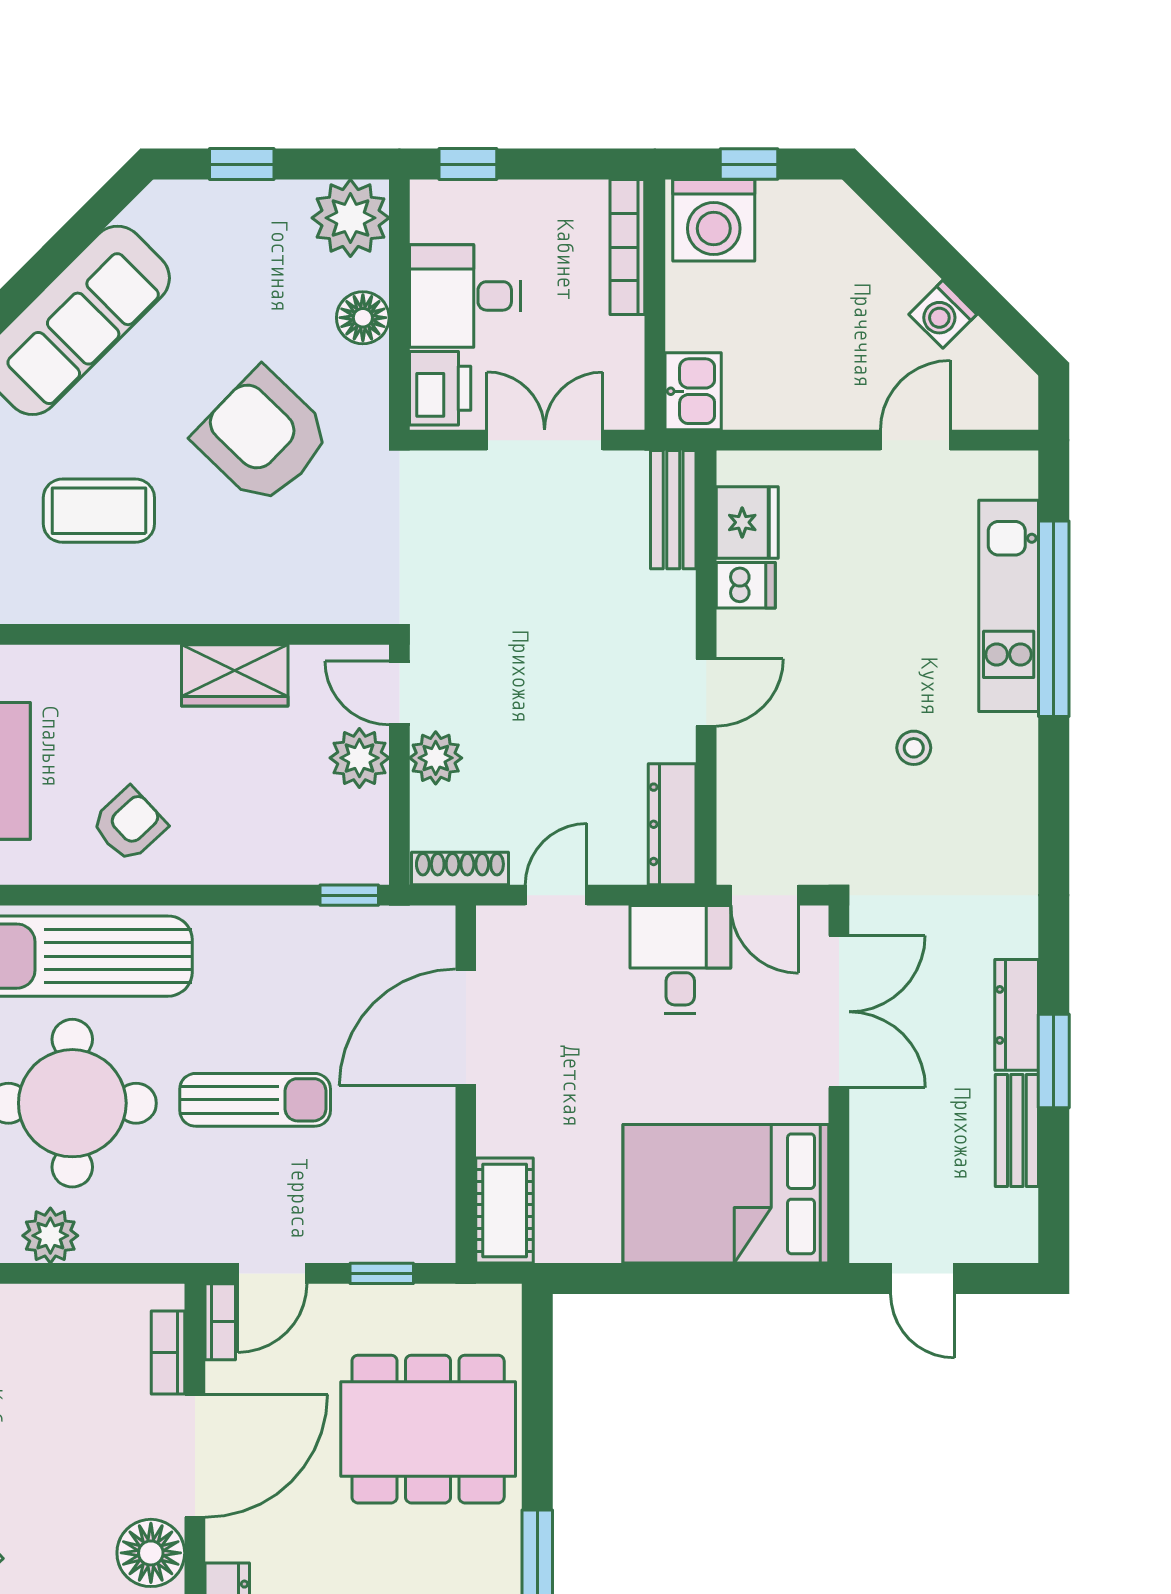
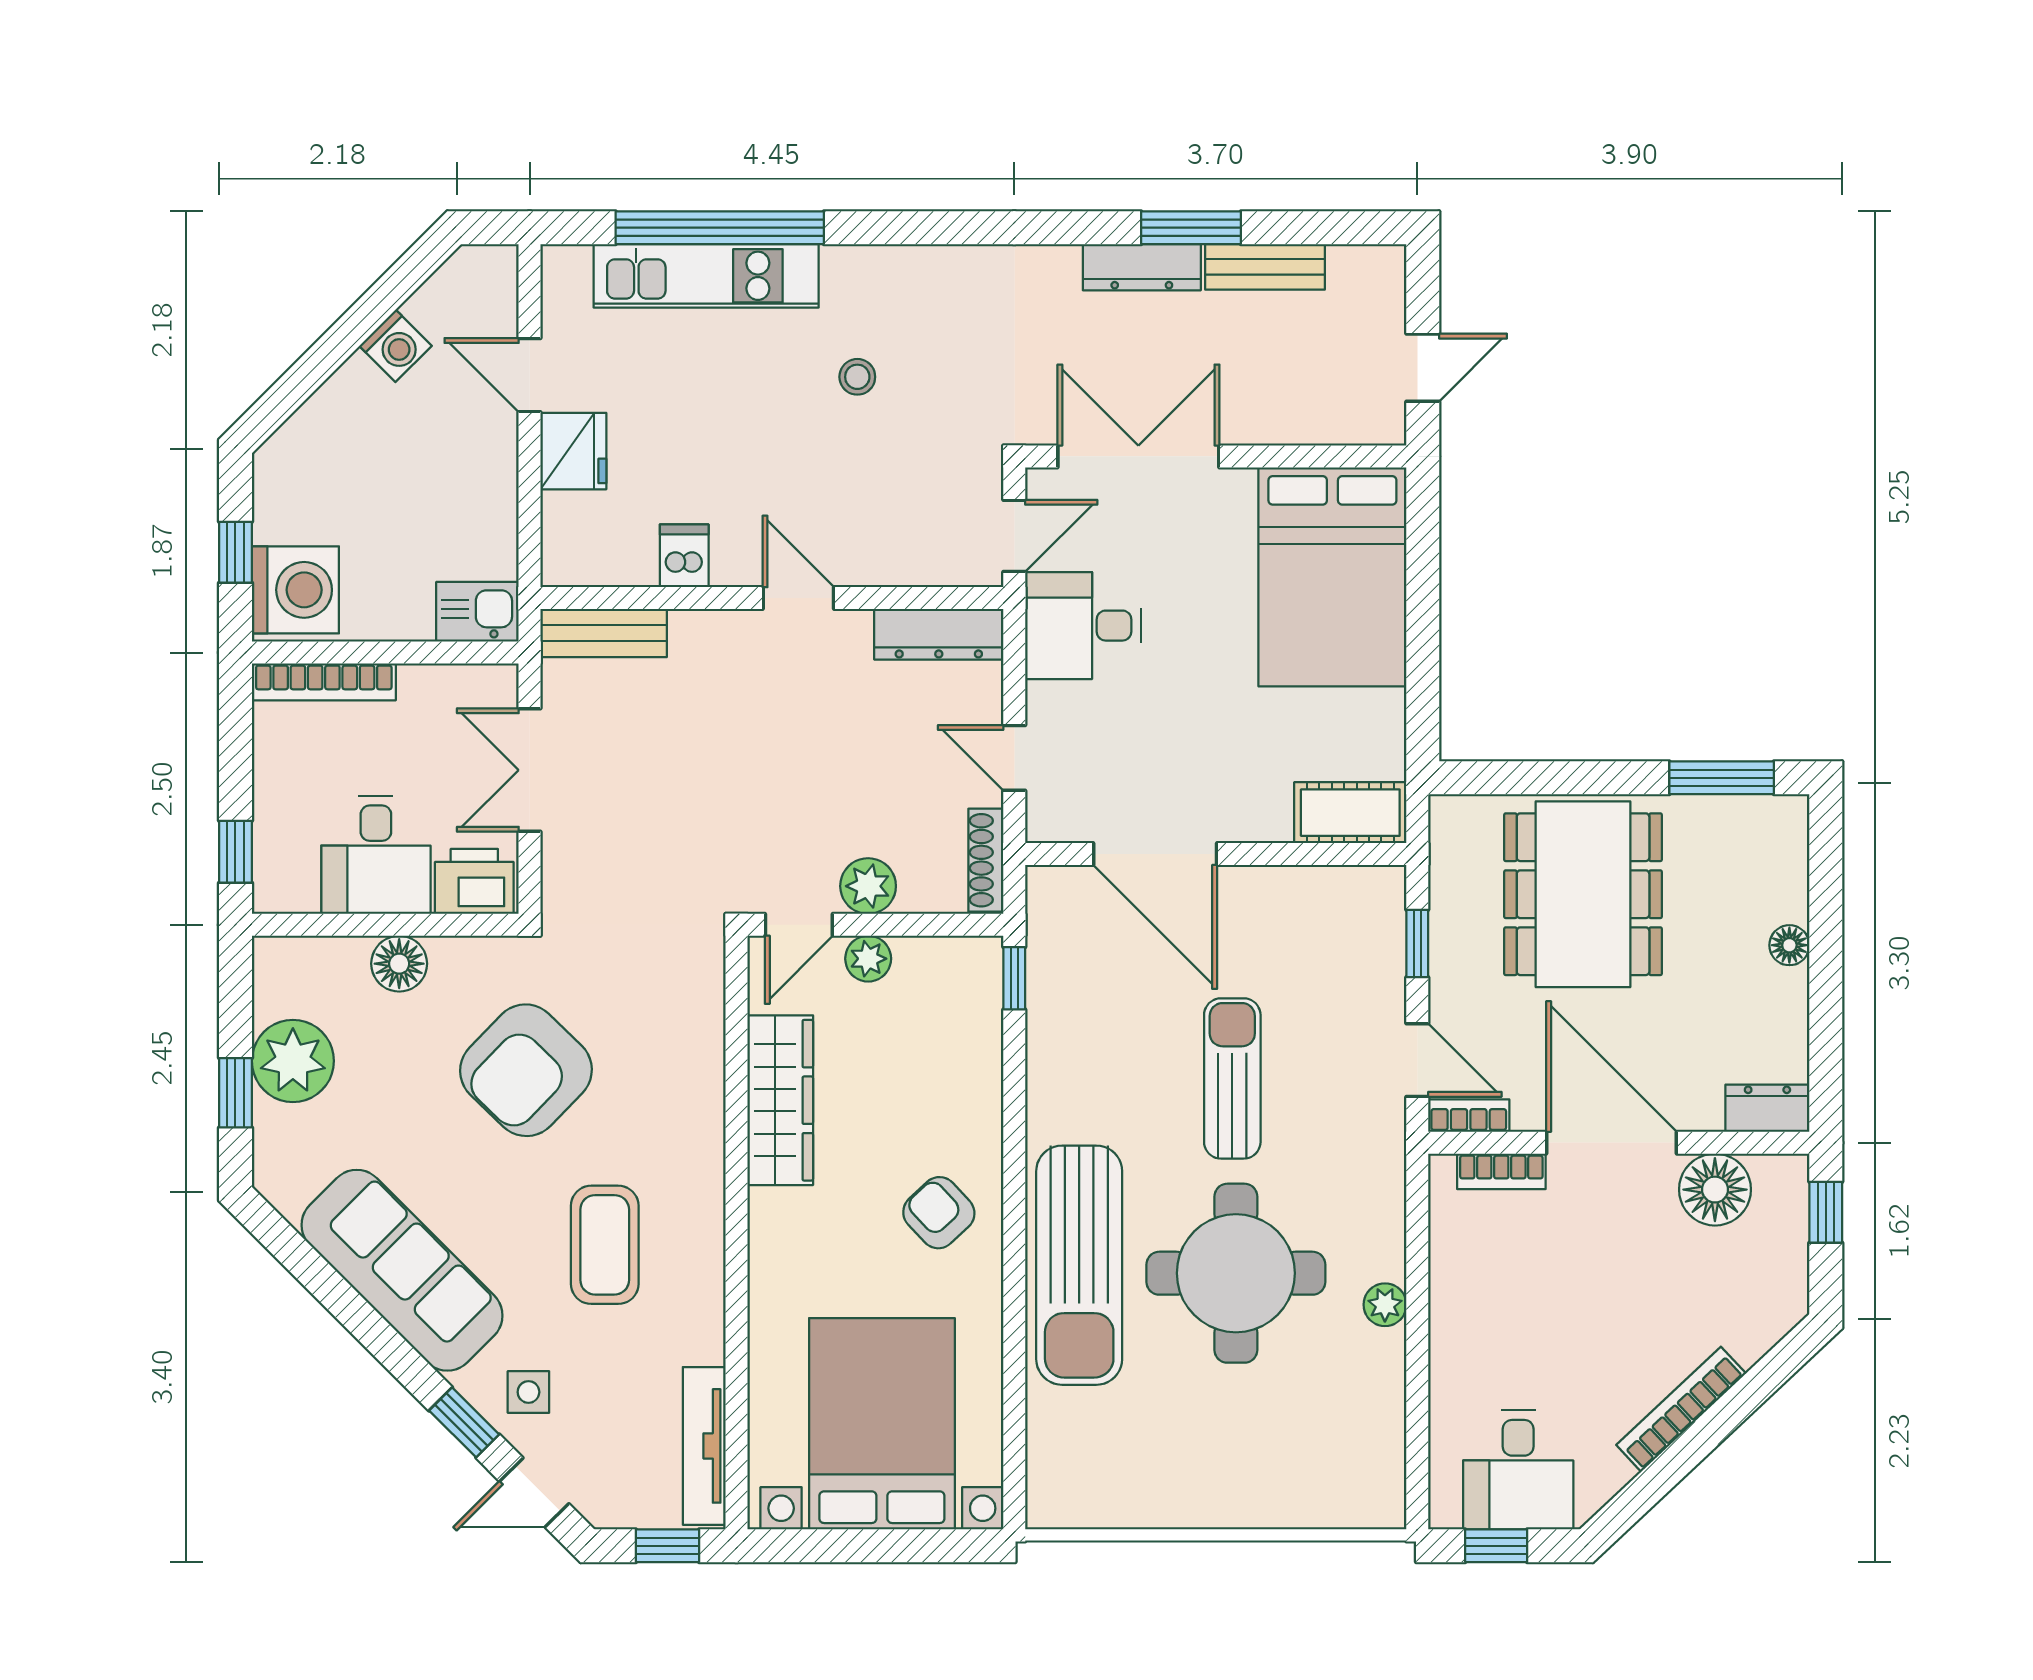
plant: (350, 218) -> (293, 1061), moved
fridge: (747, 522) -> (573, 451), moved, turned 90
wardrobe: (235, 675) -> (780, 1100), width x1.50
plant: (359, 758) -> (868, 959), width x0.73, depth x0.73
plant: (50, 1236) -> (1385, 1305), width x0.73, depth x0.73

